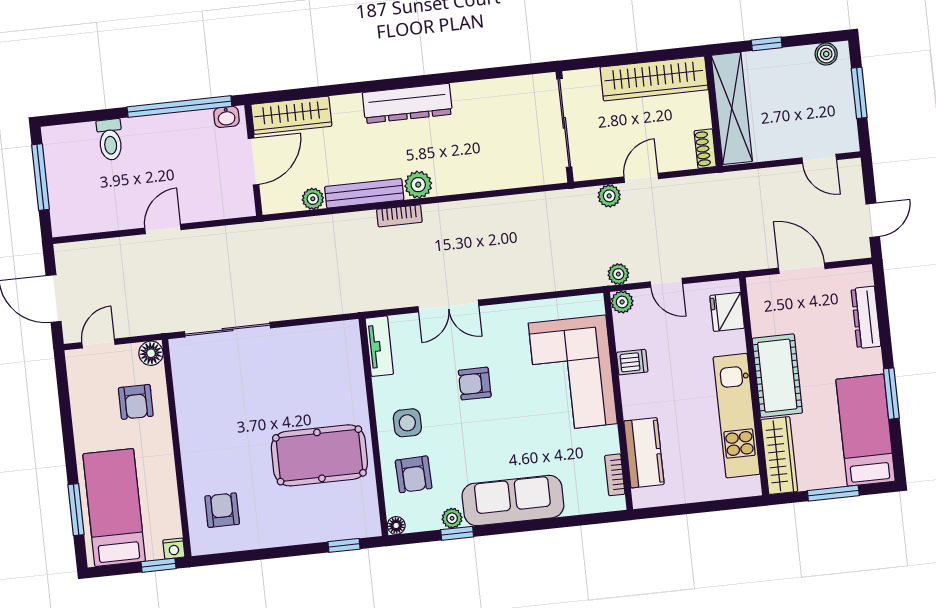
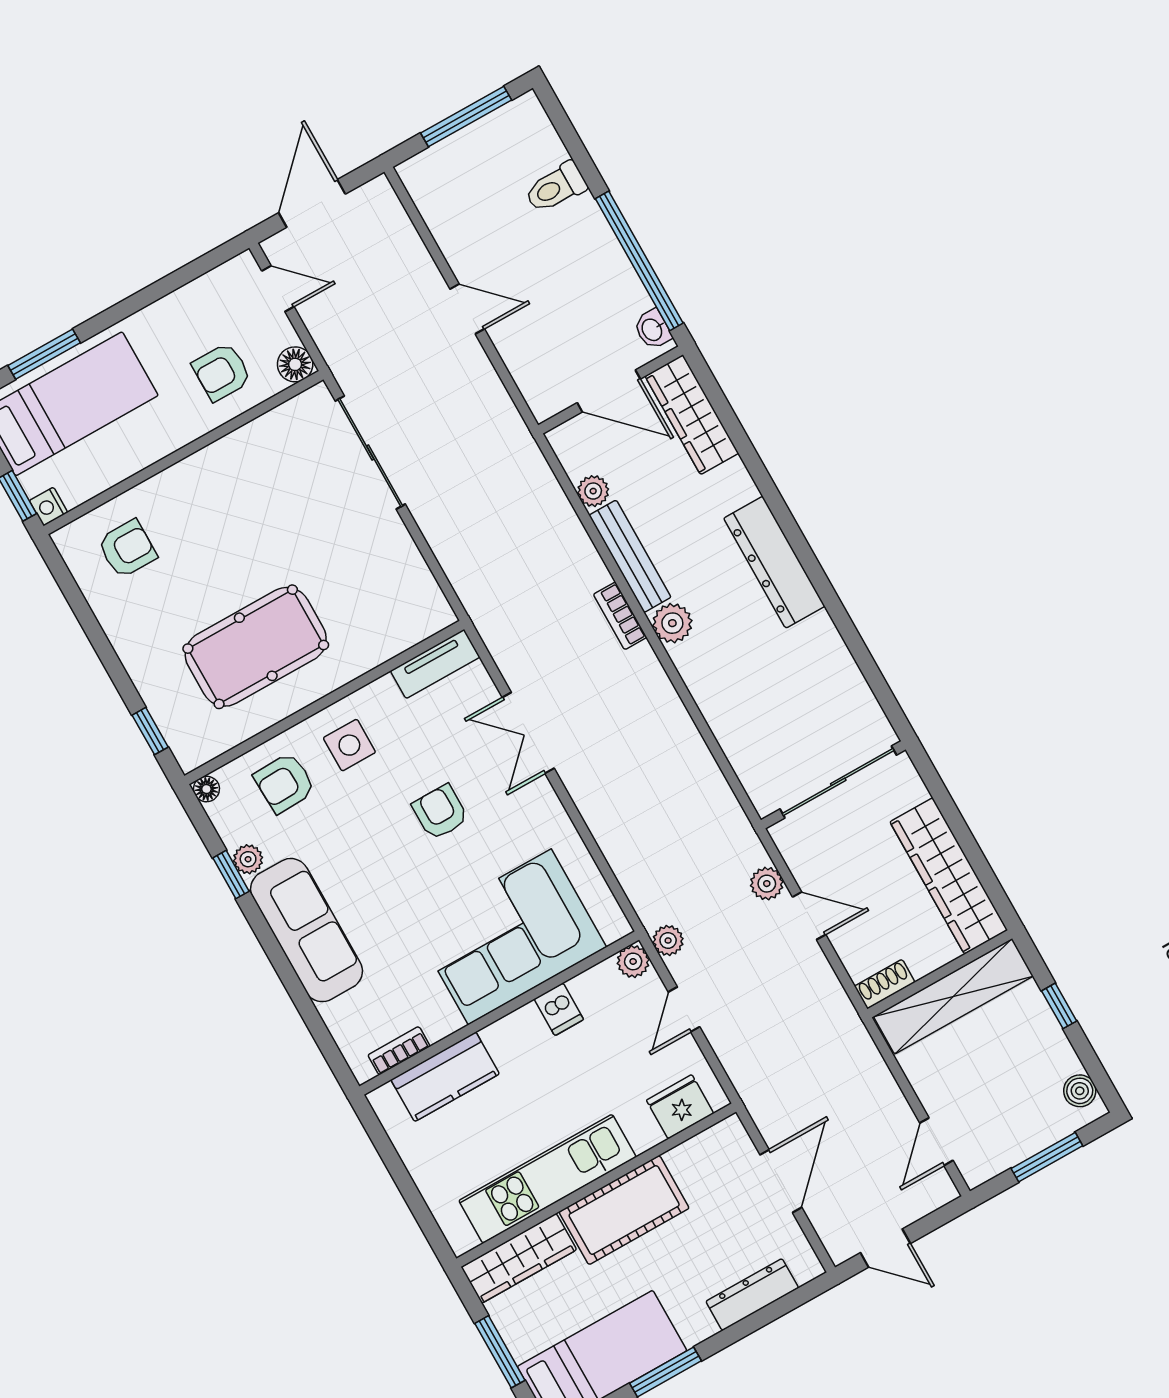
pool table: (319, 455) -> (256, 647), turned 90

